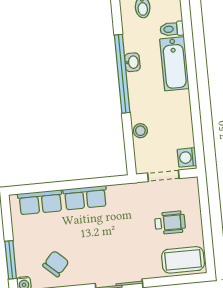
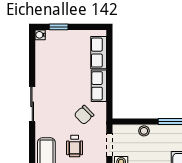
window: (11, 260) -> (59, 27), width x0.67
chair: (56, 264) -> (84, 115), moved, turned 94

